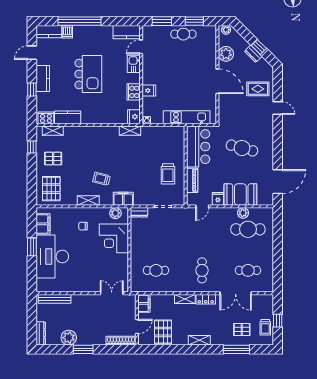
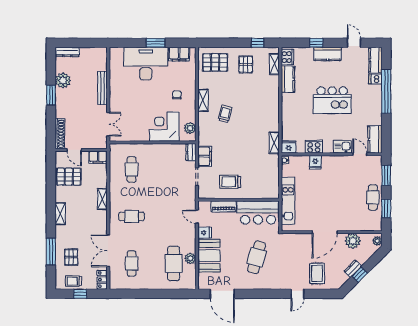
filing cabinet: (123, 199) -> (205, 156), moved
bench: (55, 299) -> (102, 88), moved
locker: (206, 299) -> (102, 280), moved

